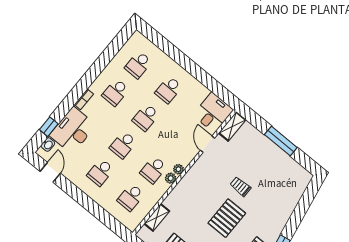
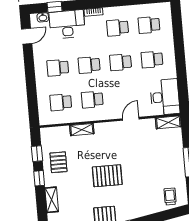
desk: (213, 113) -> (165, 97), width x1.37
door: (207, 144) -> (131, 119), moved
plant: (178, 169) -> (108, 115), removed
plant: (171, 178) -> (98, 116), removed
trolley: (240, 186) -> (170, 196), moved
shelving: (157, 217) -> (82, 130), moved

